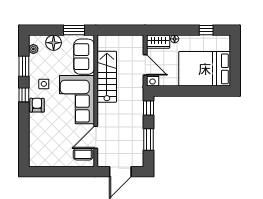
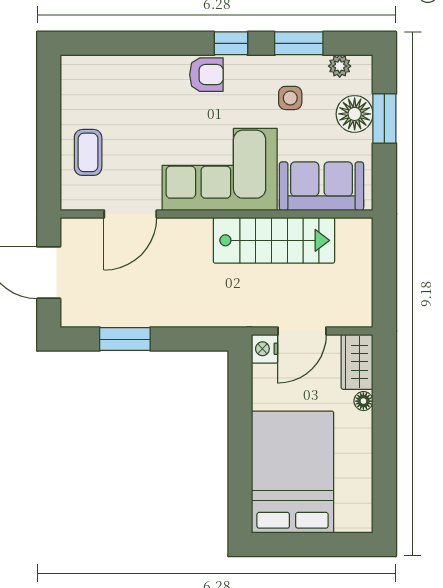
window: (74, 30) -> (384, 119), moved
window: (206, 30) -> (384, 476), removed
side table: (44, 84) -> (290, 98), moved
window: (148, 108) -> (200, 339), removed
door: (96, 137) -> (130, 214), swing flipped
coffee table: (83, 154) -> (88, 152), moved

